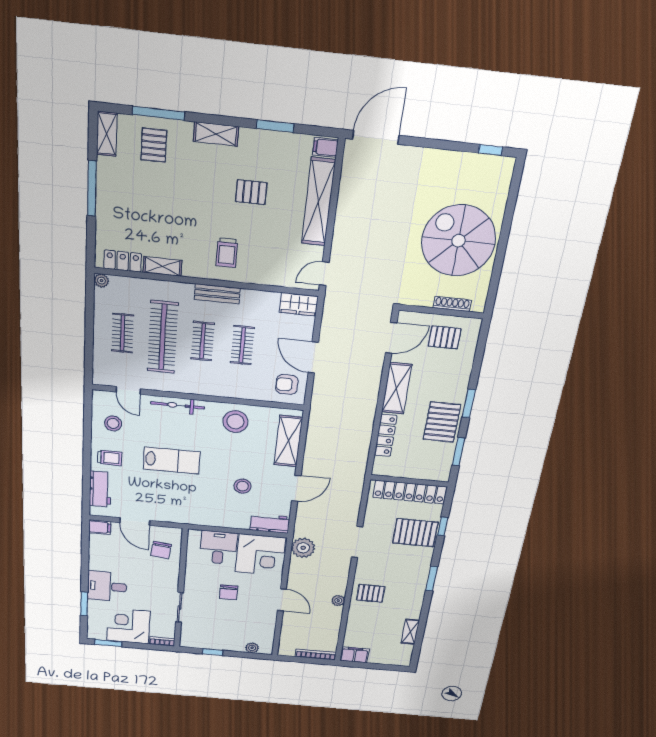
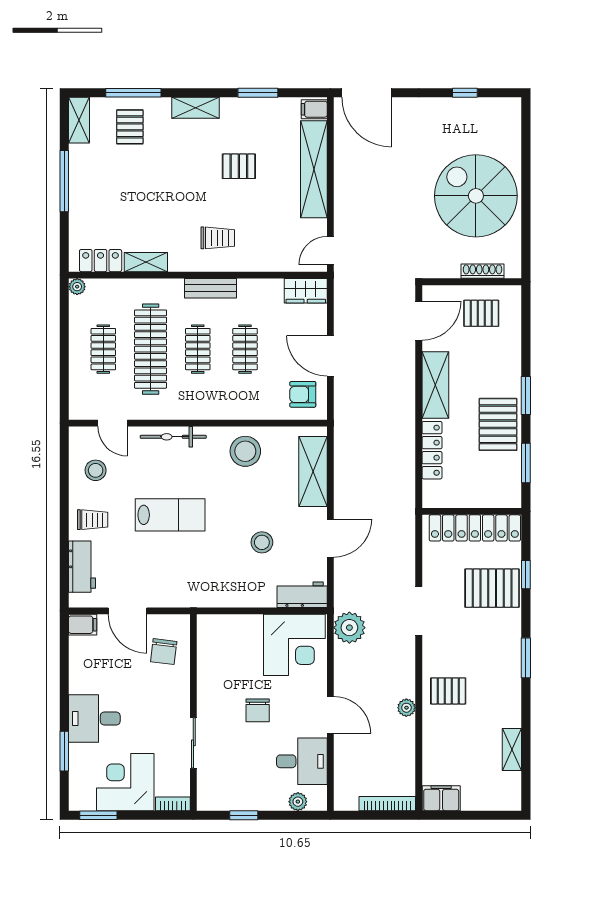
door: (376, 137) -> (367, 93), swing flipped
window: (491, 150) -> (465, 93), moved
trolley: (227, 253) -> (218, 238), turned -90
desk: (218, 548) -> (302, 761), moved, turned 90

